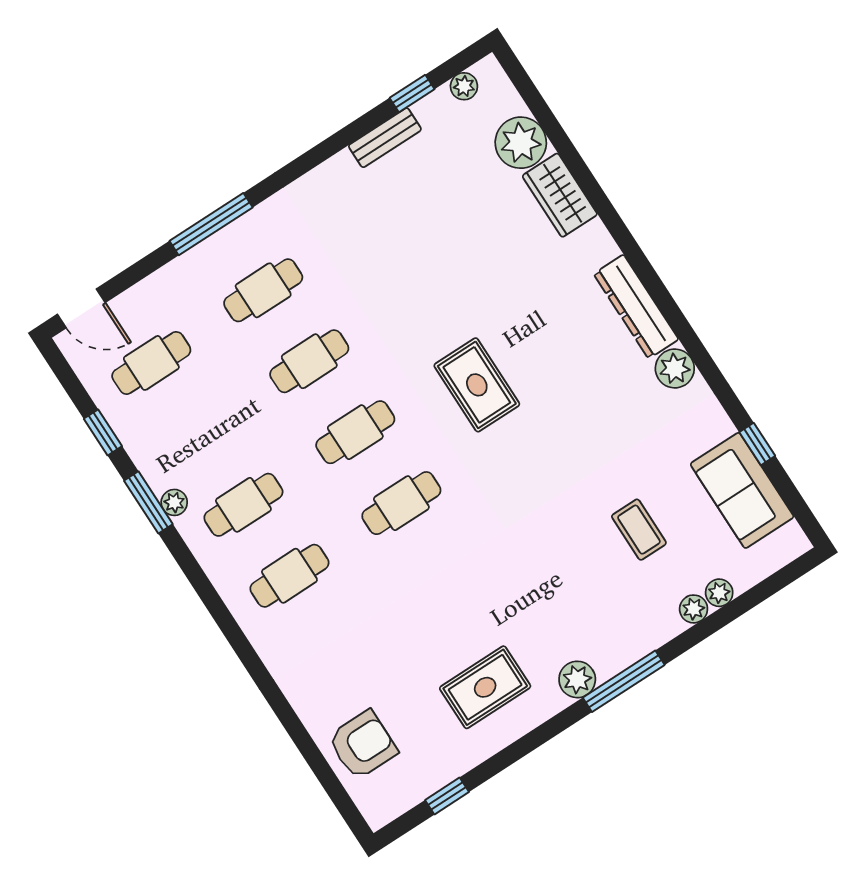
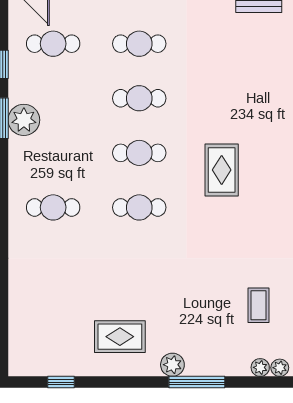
plant: (174, 502) -> (24, 120), width x1.88, depth x1.88
cafe table: (243, 505) -> (53, 153), removed
armchair: (363, 745) -> (33, 325), removed

